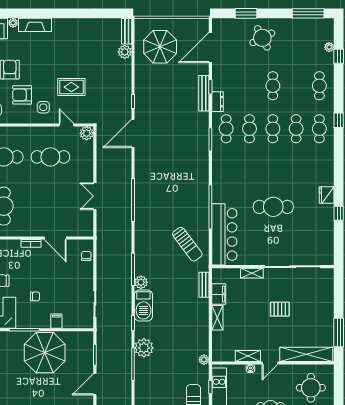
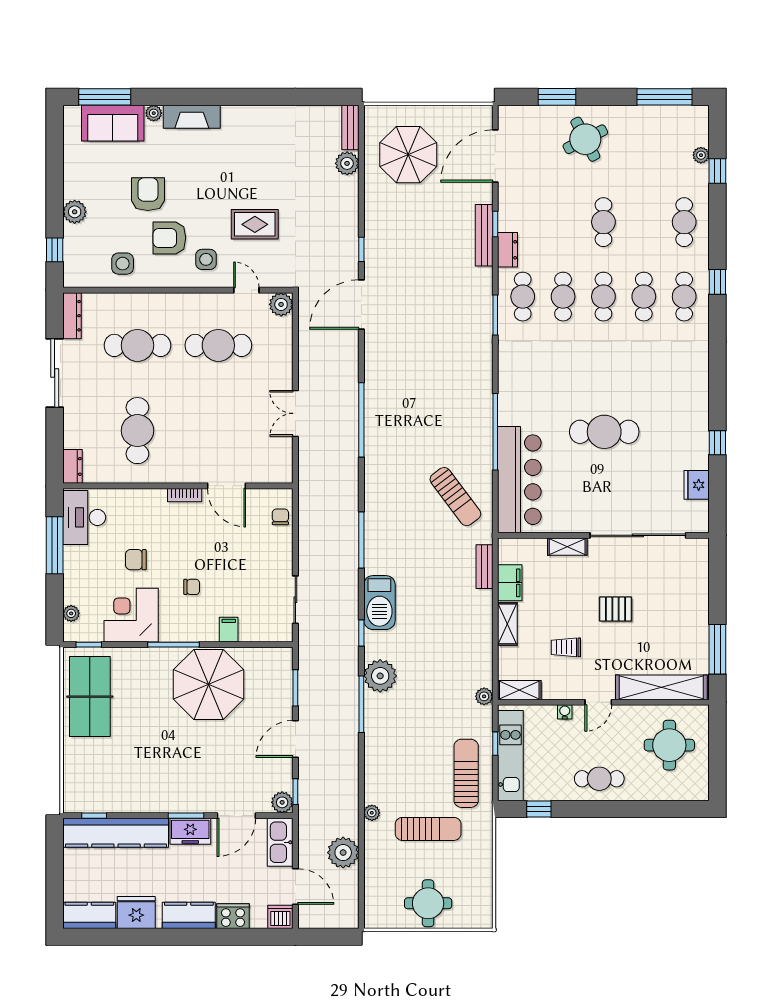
fridge: (327, 195) -> (697, 485), moved
plant: (141, 282) -> (375, 562), removed
trolley: (251, 331) -> (566, 647), added
shelving: (248, 356) -> (519, 690), moved

